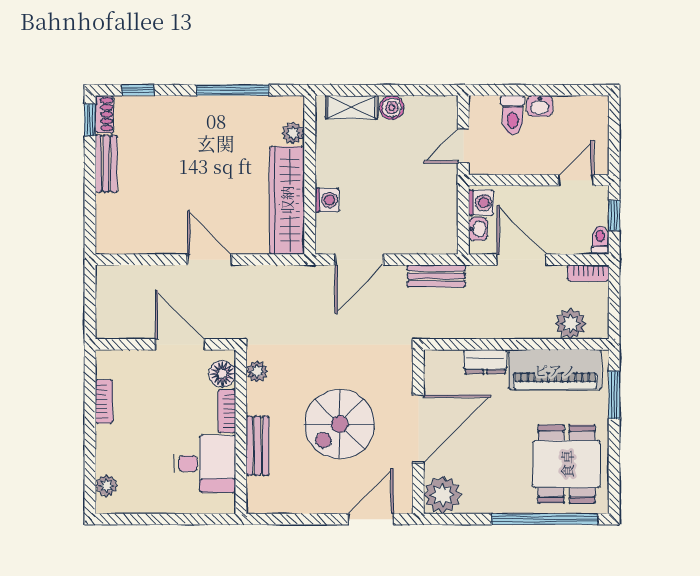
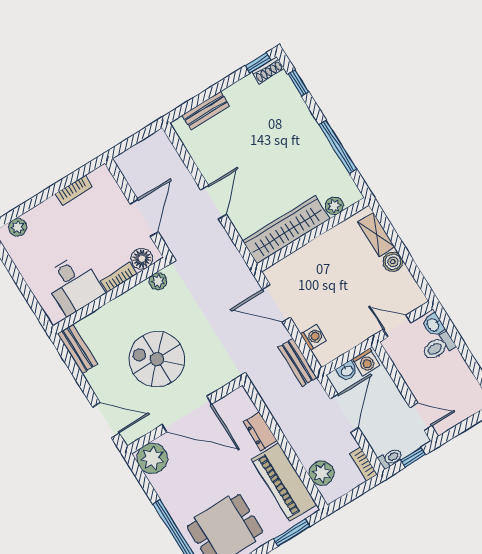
washbasin: (540, 106) -> (433, 325), moved
bench: (106, 164) -> (206, 110), moved
washing machine: (327, 200) -> (313, 337), moved, turned -90
bench: (258, 446) -> (77, 349), moved, turned 90

